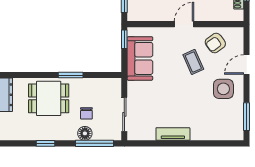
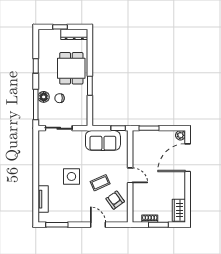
side table: (223, 89) -> (71, 176), moved
tv unit: (173, 134) -> (43, 199), moved

